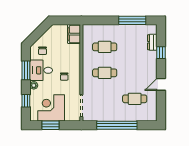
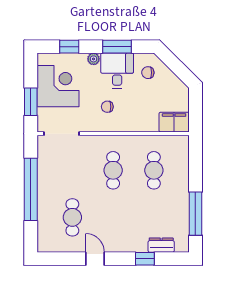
window: (50, 125) -> (31, 102), moved

